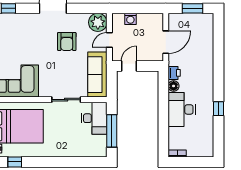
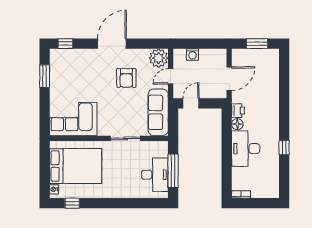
desk: (94, 118) -> (155, 175), moved

